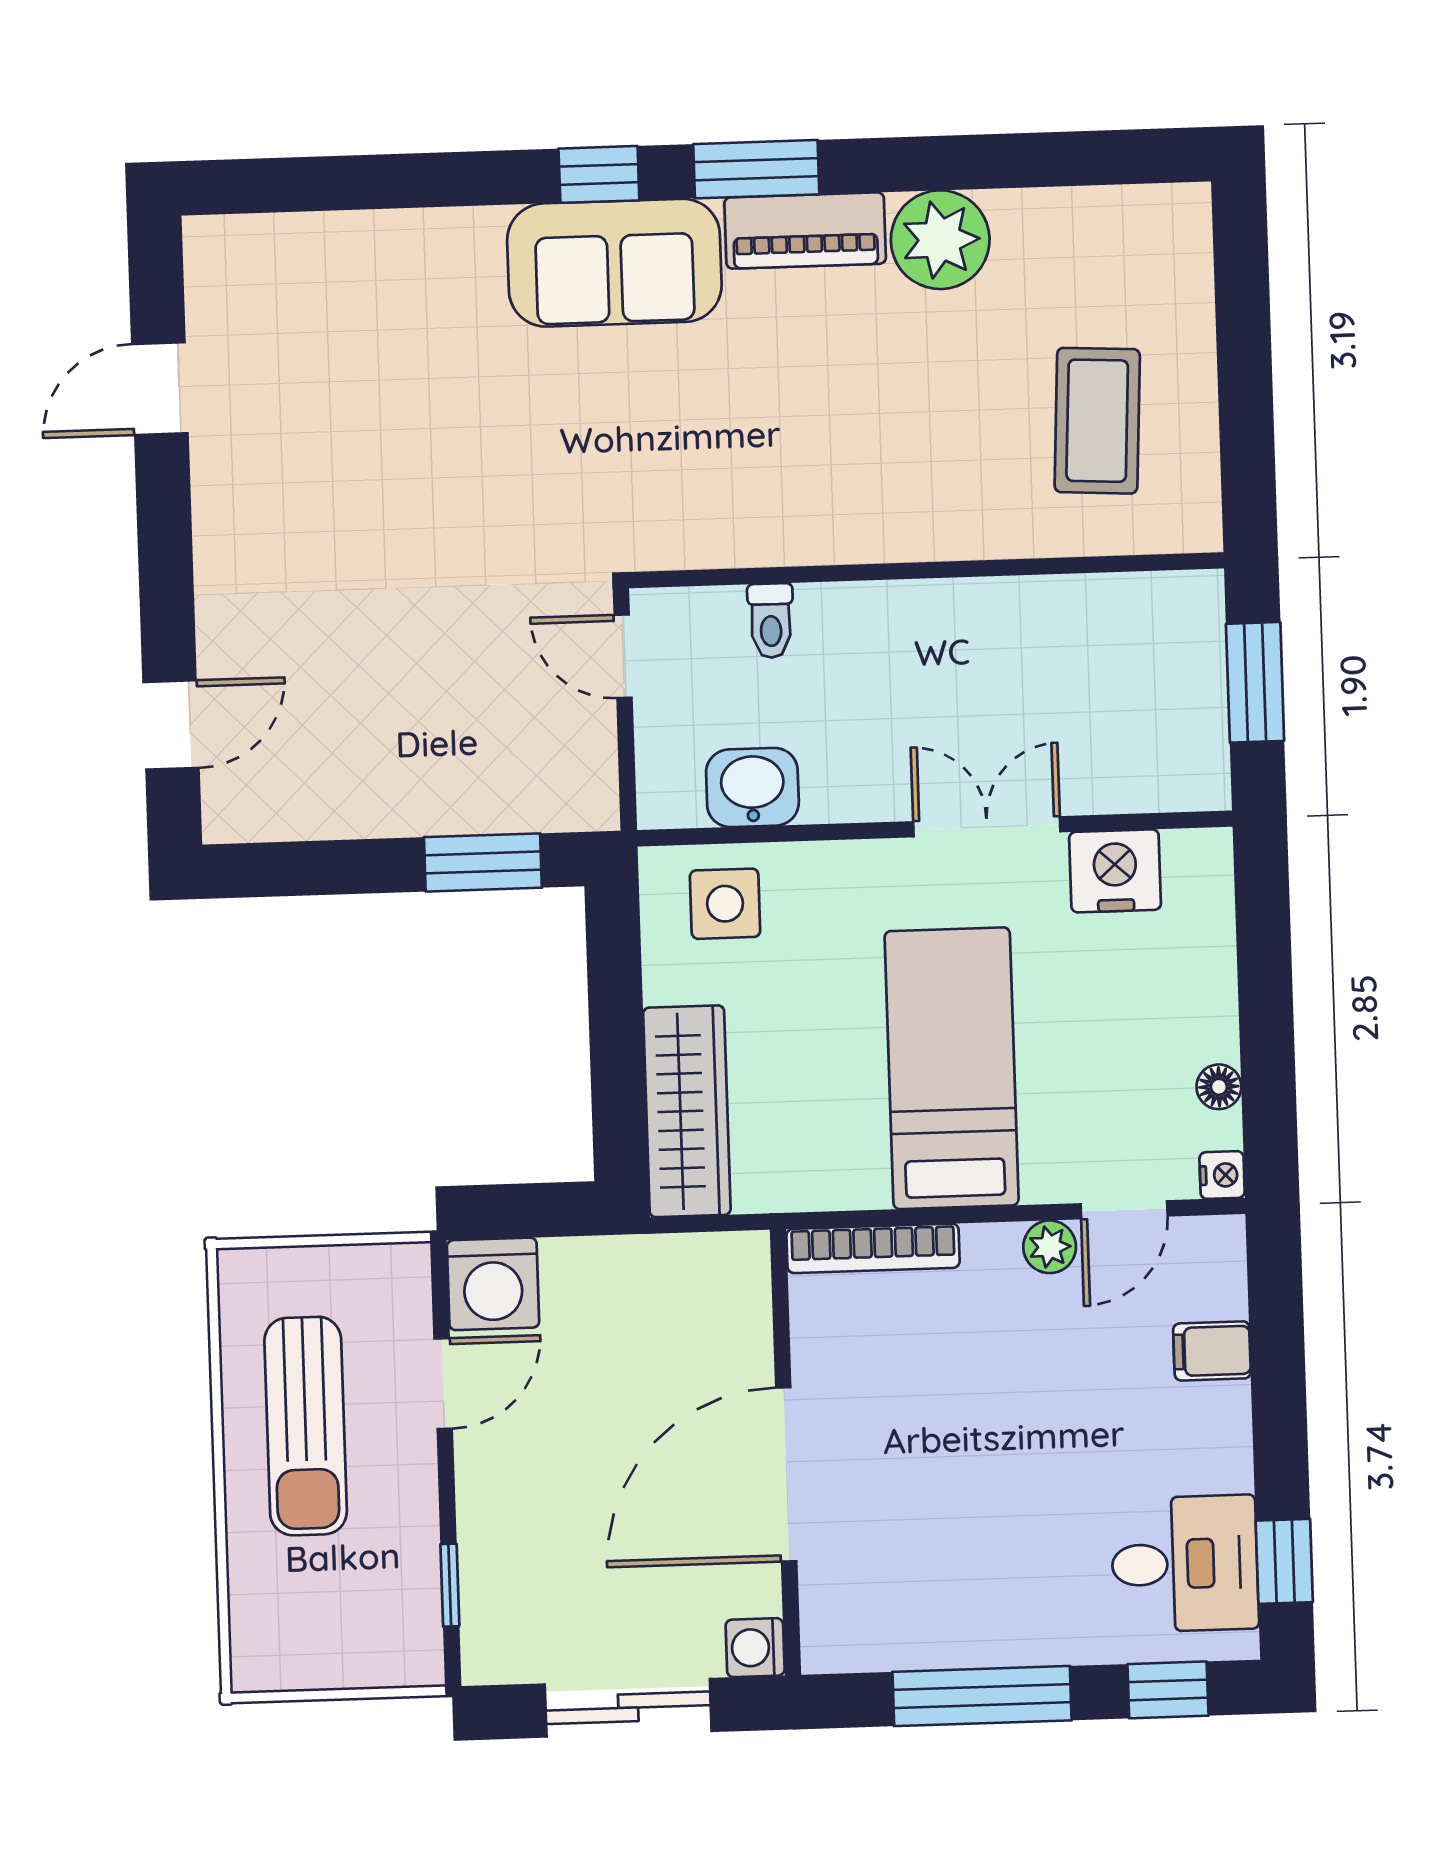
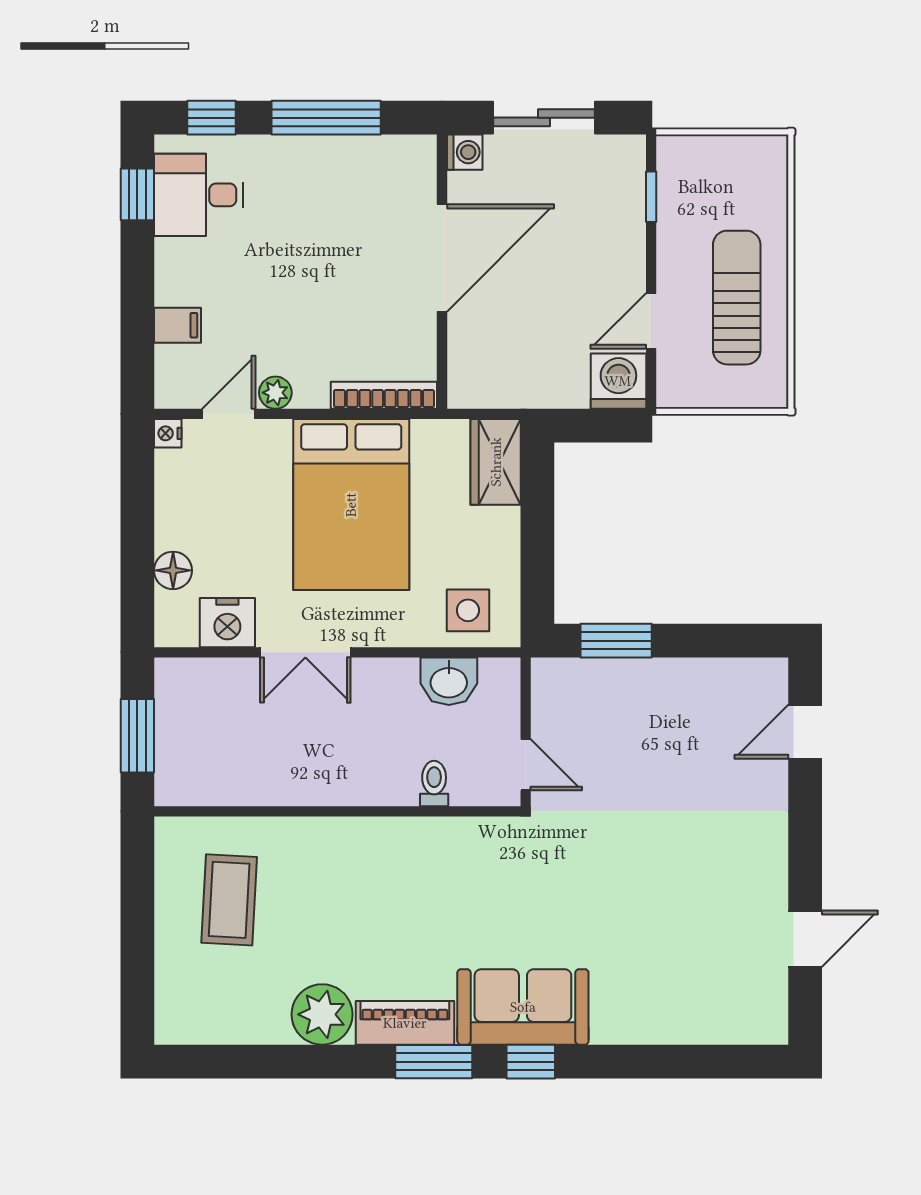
bed: (952, 1068) -> (351, 505), width x1.50
floor lamp: (1219, 1087) -> (173, 570), moved, width x1.37, depth x1.37
wardrobe: (687, 1111) -> (496, 462), width x0.67

